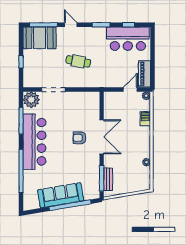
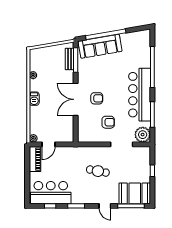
armchair: (67, 113) -> (108, 122), added
barbecue: (145, 119) -> (34, 99), moved
sofa: (61, 195) -> (100, 46), moved

